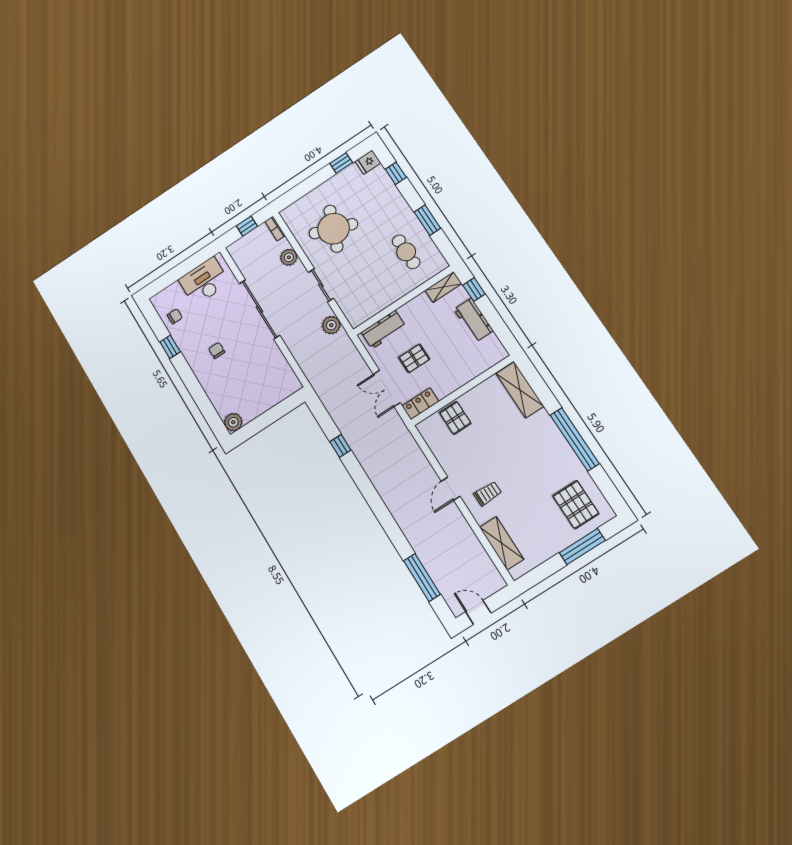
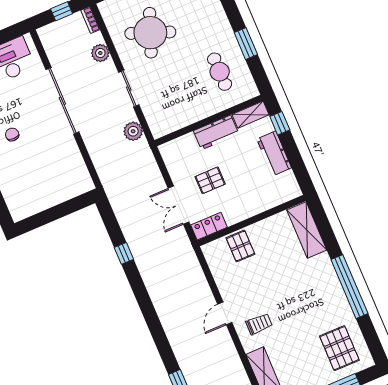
workbench: (384, 330) -> (216, 132), moved
plant: (233, 422) -> (19, 211), removed

